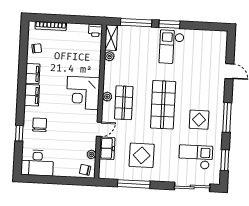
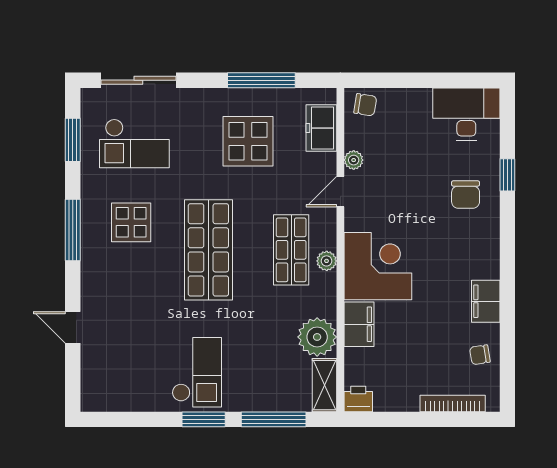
plant: (109, 56) -> (317, 337), width x1.88, depth x1.88
filing cabinet: (32, 95) -> (359, 324), moved, turned 180
freezer: (107, 148) -> (321, 128), moved
plant: (91, 154) -> (354, 160), moved

